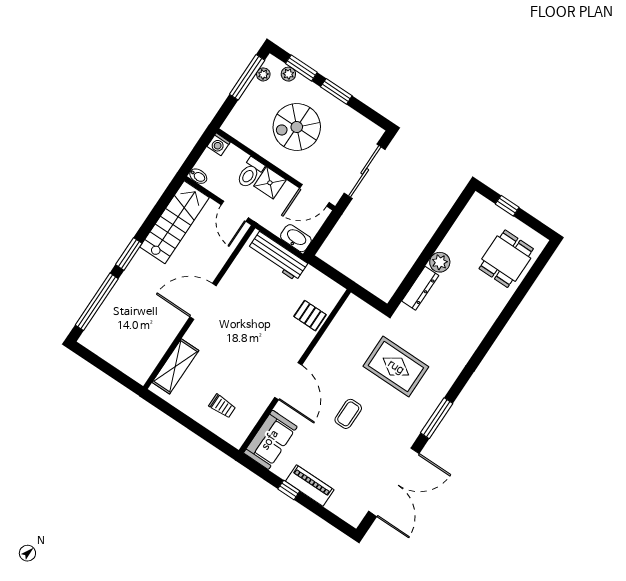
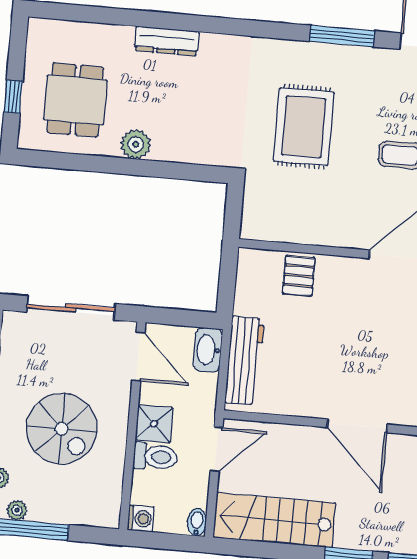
dining table: (506, 259) -> (75, 100), moved, turned 90
dresser: (420, 288) -> (167, 41), moved, turned 180

